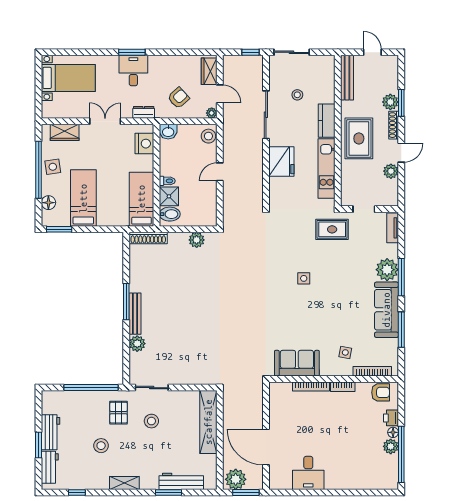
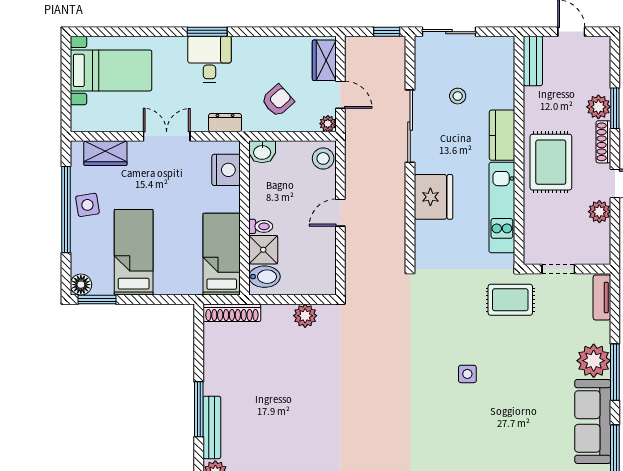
bench: (347, 78) -> (533, 61), width x0.73
floor lamp: (48, 203) -> (81, 285), moved

